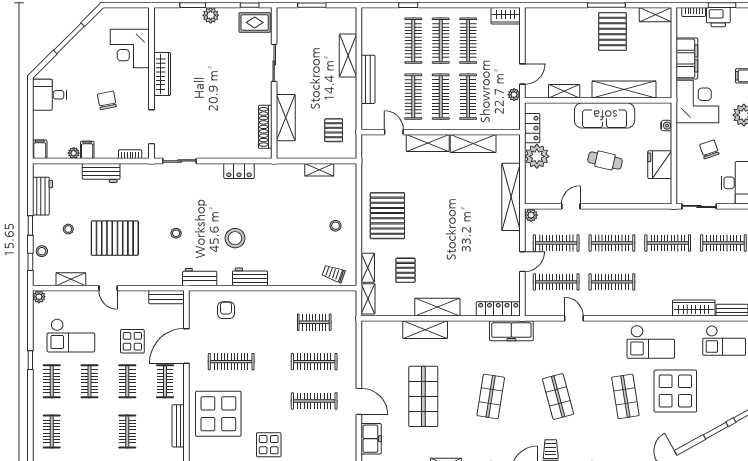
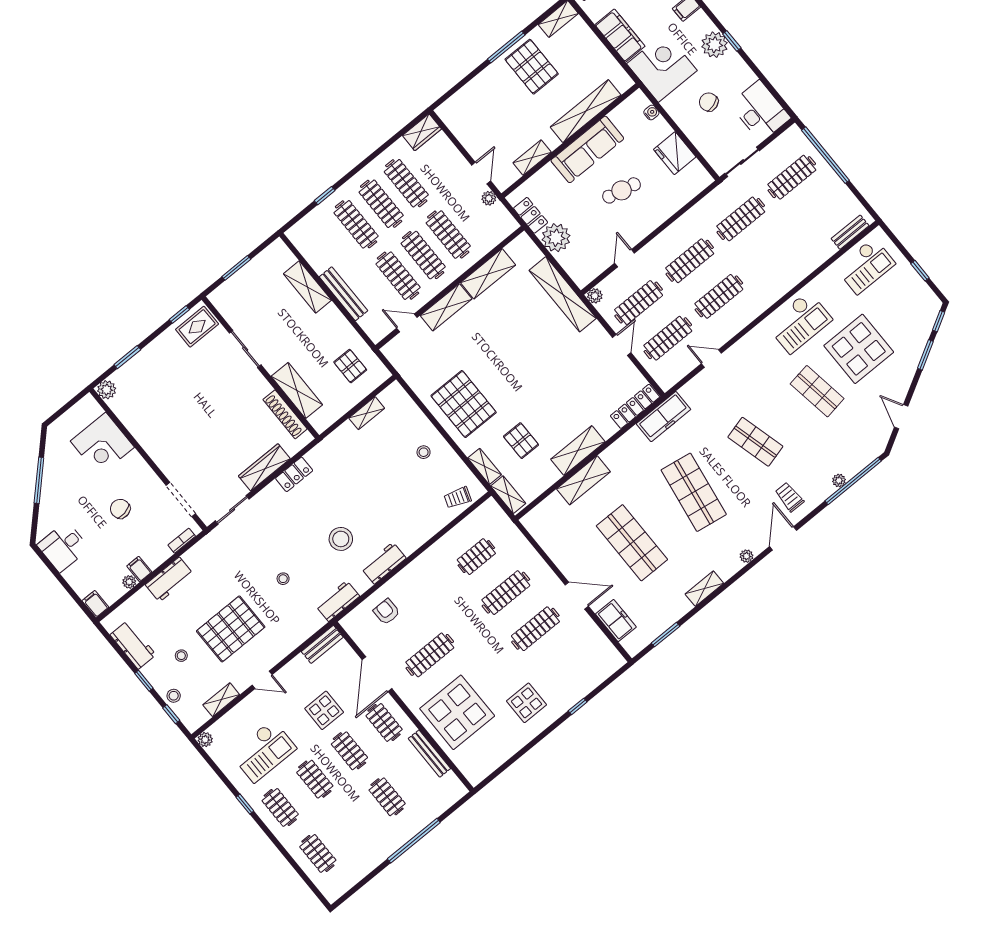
plant: (211, 15) -> (107, 390), moved
wardrobe: (162, 74) -> (264, 467), moved, turned -90
wardrobe: (694, 308) -> (813, 259), removed
shop shelf: (491, 396) -> (694, 492), width x1.43, depth x1.36

